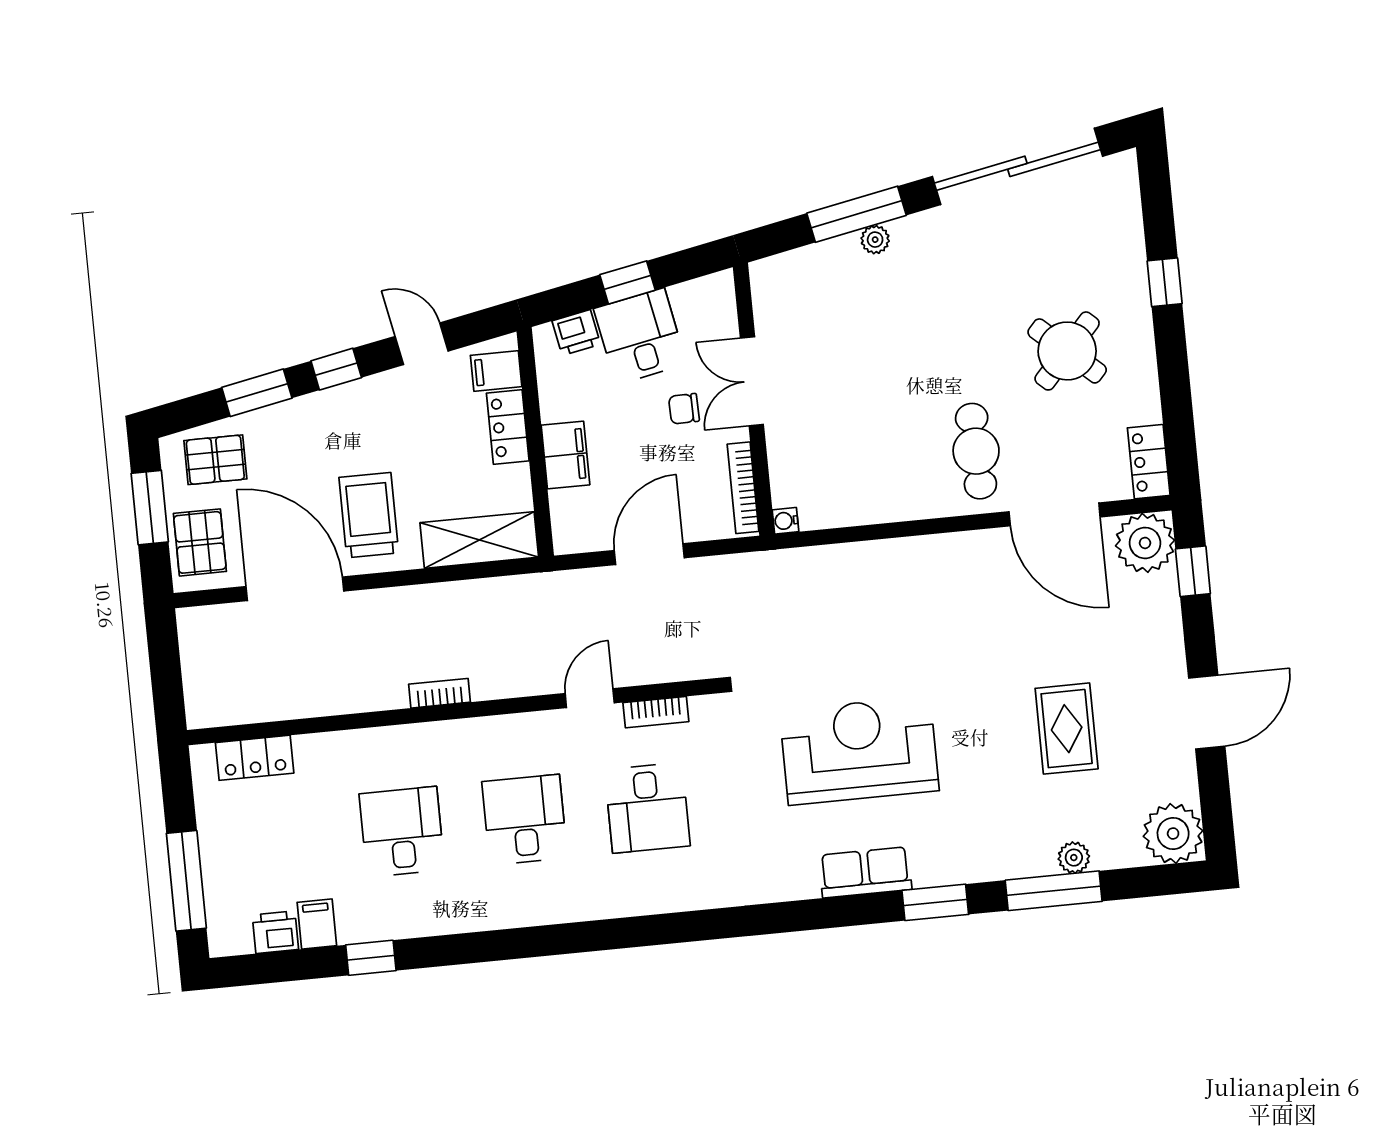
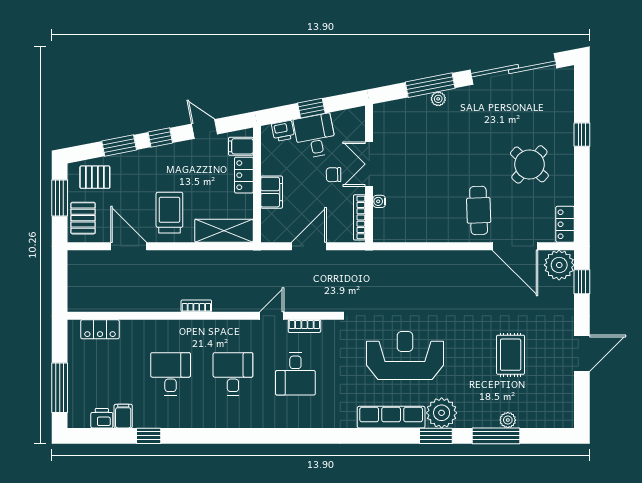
water cooler: (785, 521) -> (379, 201), moved
door: (295, 589) -> (129, 246), width x0.73
plant: (1173, 834) -> (442, 413), moved
row of seats: (865, 872) -> (391, 417), width x1.48

